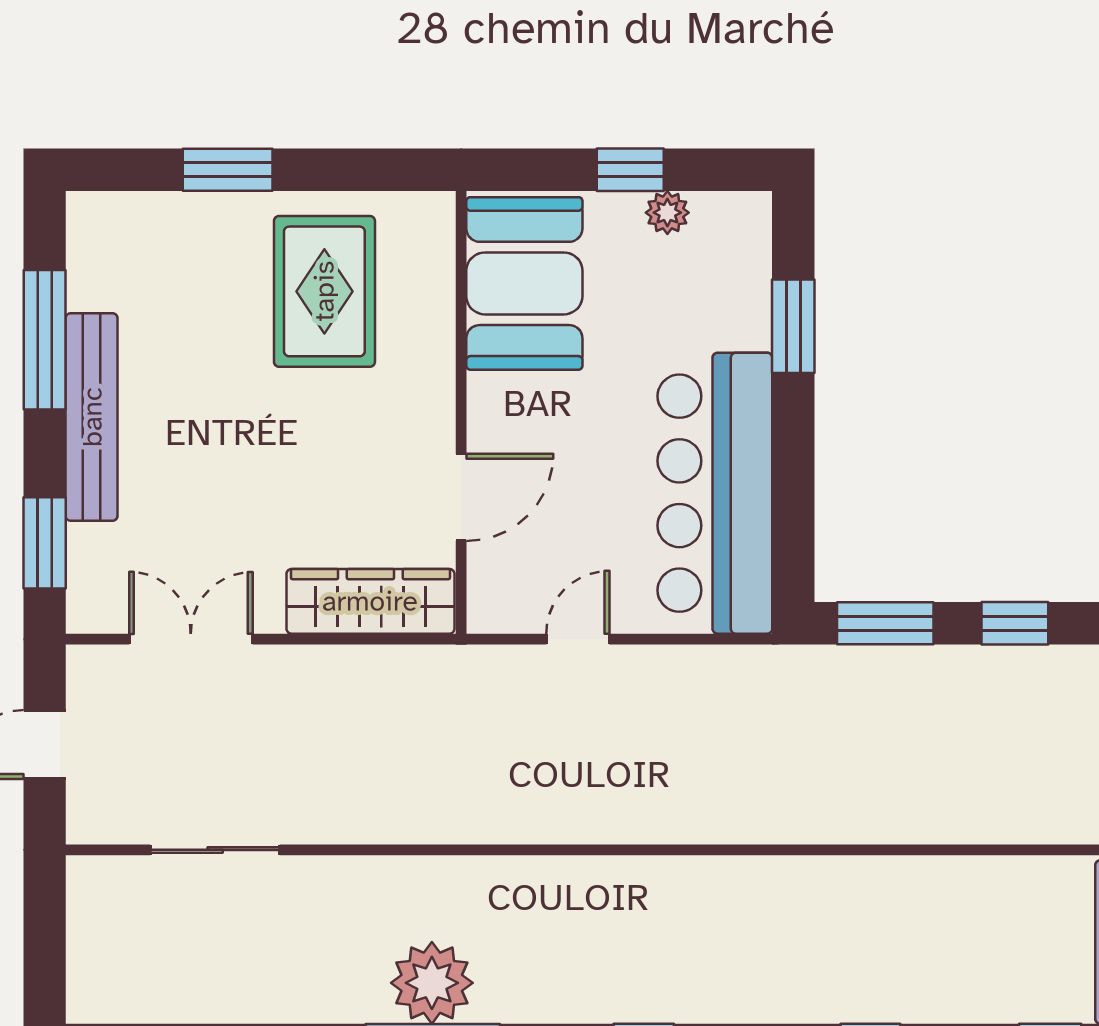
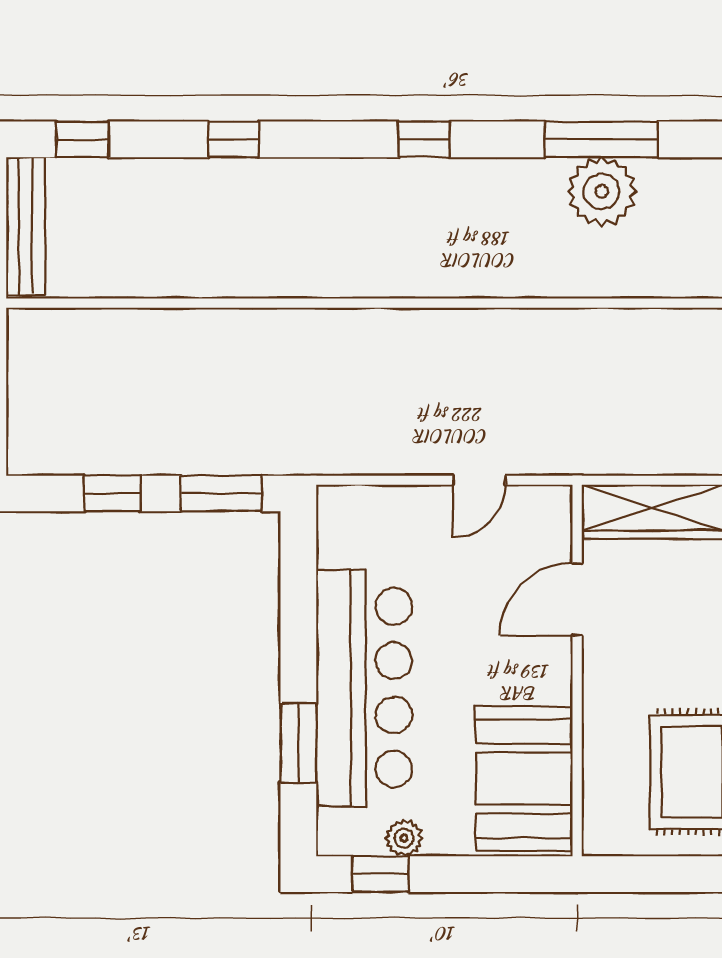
window: (630, 170) -> (380, 874), moved
bar counter: (715, 493) -> (364, 688), moved

